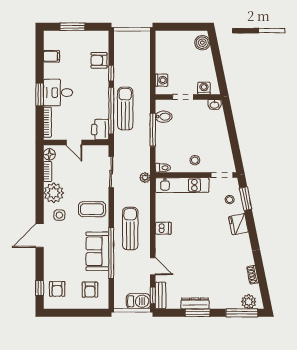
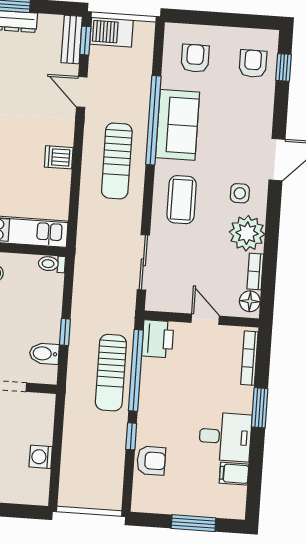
washing machine: (162, 80) -> (41, 457), moved
desk: (58, 93) -> (225, 437), moved
window: (153, 130) -> (65, 332), width x0.46
plant: (145, 178) -> (85, 249), removed
coffee table: (92, 209) -> (182, 200), turned 90

